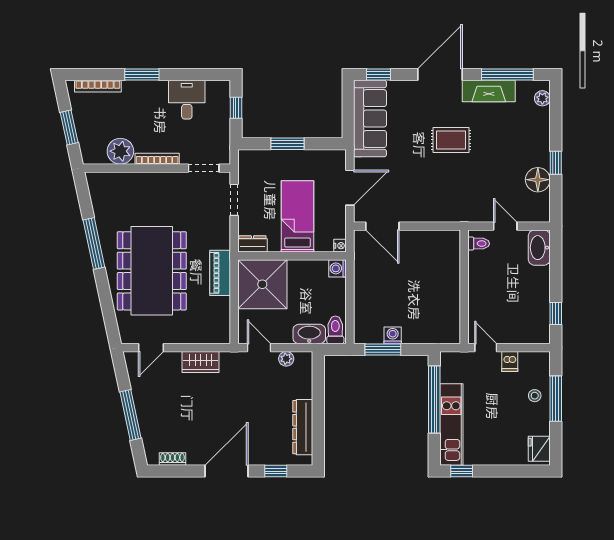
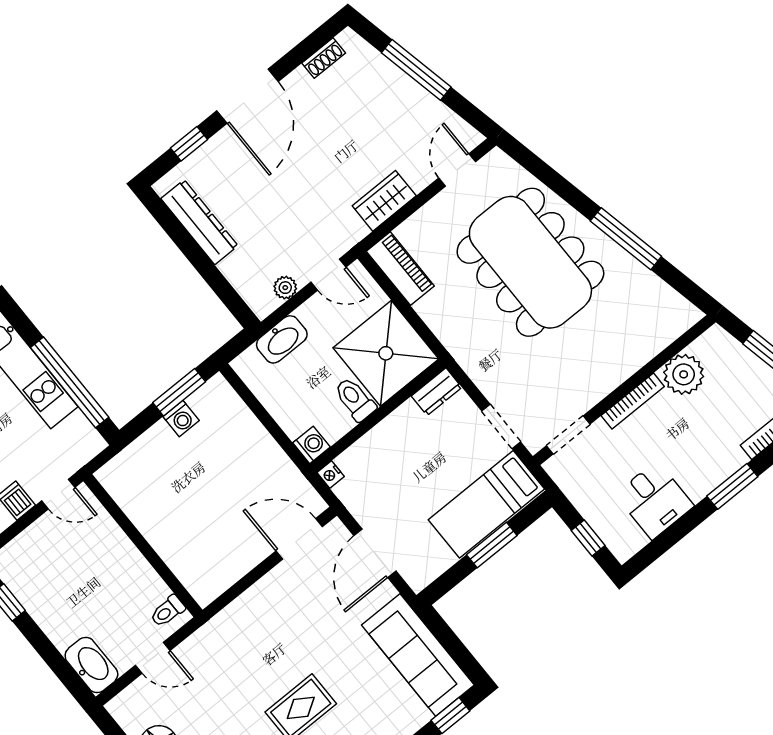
bed: (298, 216) -> (486, 504), moved, turned 90
piano: (220, 273) -> (400, 269), moved
toilet: (335, 330) -> (355, 399), moved, turned 180

